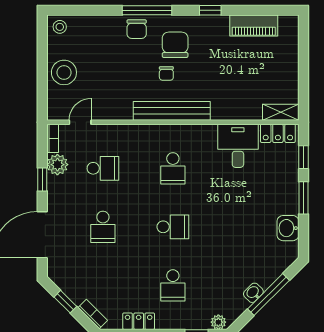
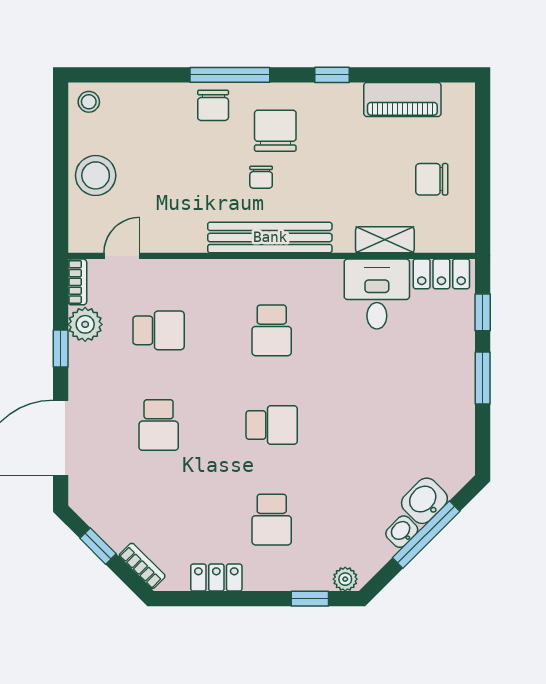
chair: (272, 75) -> (432, 179), added
shelving: (281, 112) -> (385, 240), moved
washbasin: (288, 228) -> (424, 501), moved, turned 45

